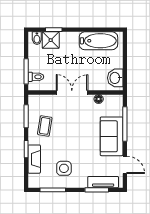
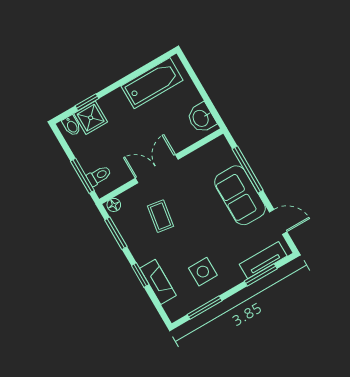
floor lamp: (99, 99) -> (114, 205), moved
coffee table: (45, 126) -> (161, 216), moved

